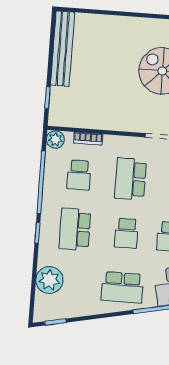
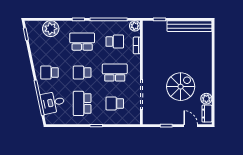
school desk: (79, 175) -> (115, 42), turned 180
school desk: (122, 287) -> (50, 73), width x0.54

